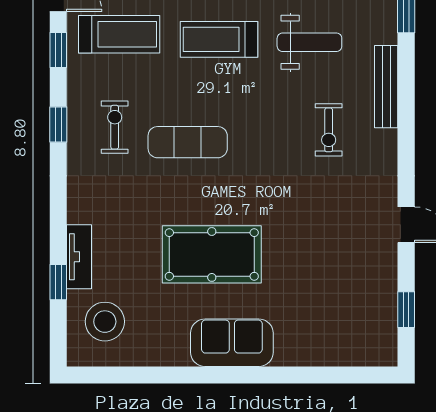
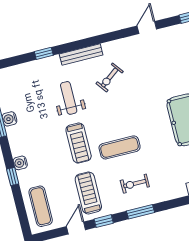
window: (58, 125) -> (141, 212), width x1.50
exercise bike: (329, 130) -> (110, 78), turned 143
exercise mat: (188, 142) -> (120, 147), moved, turned 90

